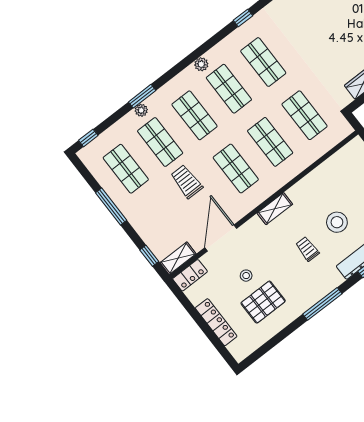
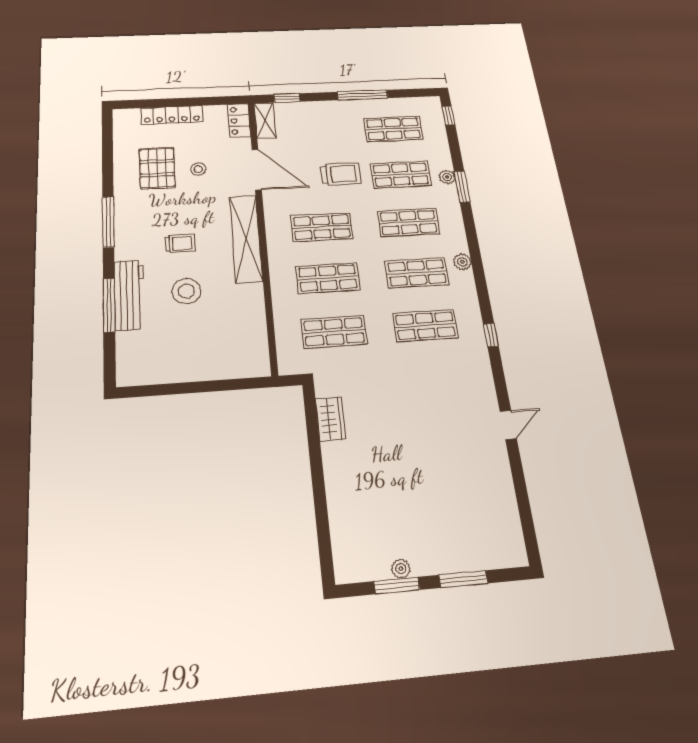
shelving: (275, 209) -> (246, 239), width x2.20, depth x1.33

